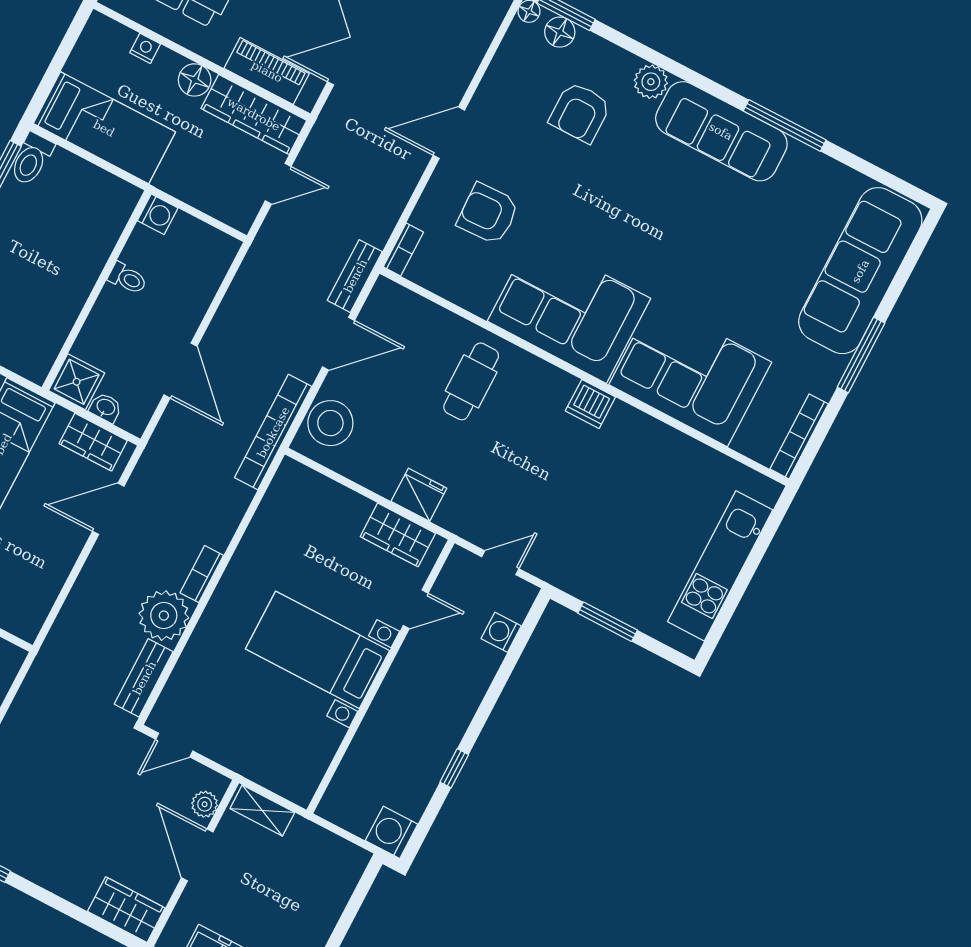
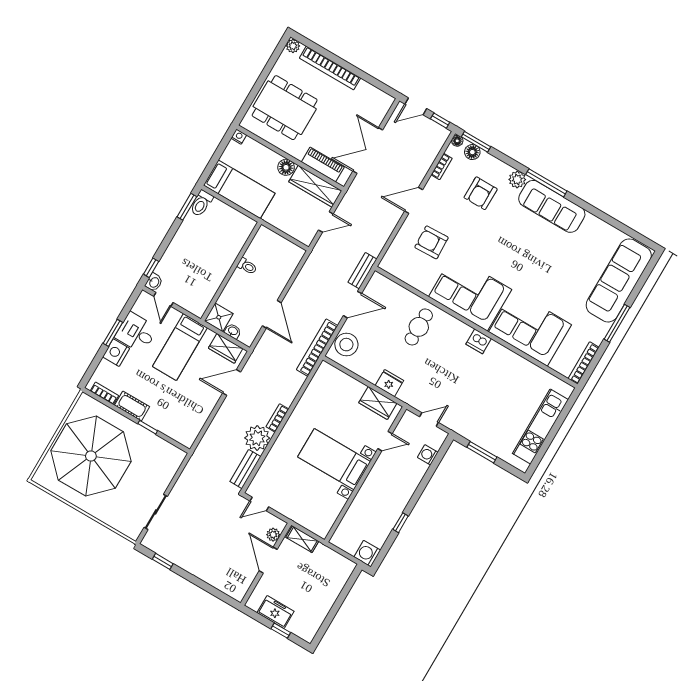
nightstand: (145, 48) -> (239, 137), moved
window: (785, 125) -> (546, 183), moved
washing machine: (158, 214) -> (264, 234), removed
bookcase: (403, 249) -> (442, 167), moved
wardrobe: (126, 910) -> (231, 586), removed

